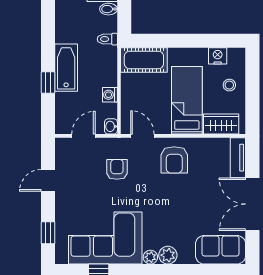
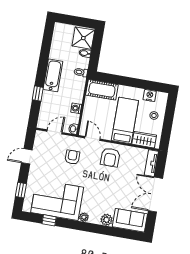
bathtub: (66, 68) -> (53, 75), moved
plant: (168, 255) -> (107, 220), moved

